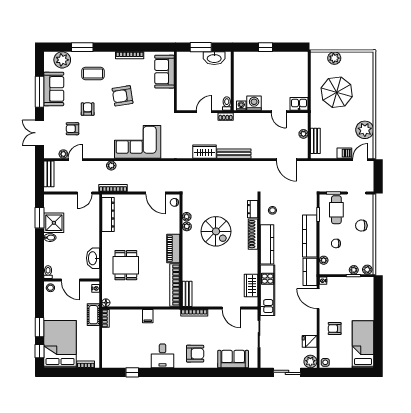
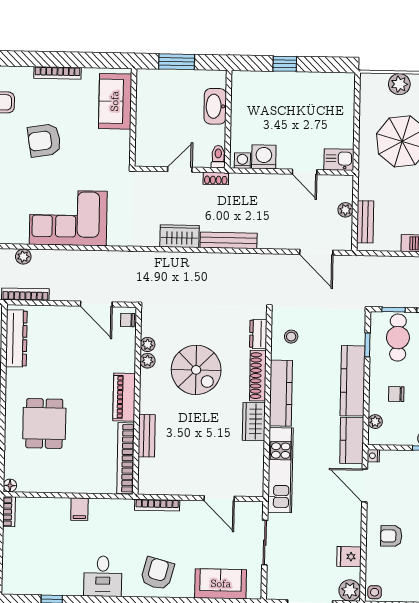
washbasin: (214, 58) -> (215, 106), moved, turned 90
wardrobe: (251, 285) -> (254, 422), moved
bench: (187, 294) -> (147, 436), moved
armchair: (195, 354) -> (157, 573), turned -75

